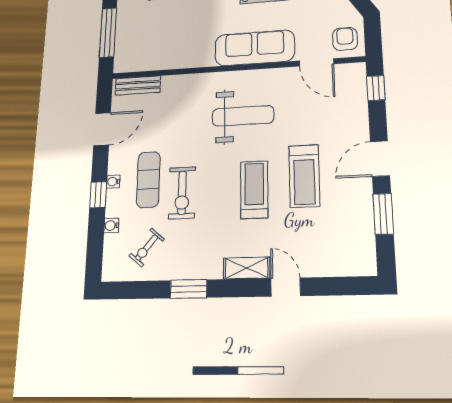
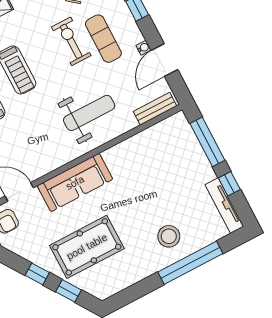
weight bench: (243, 116) -> (89, 113), moved, turned 180
water cooler: (113, 182) -> (144, 48), moved

